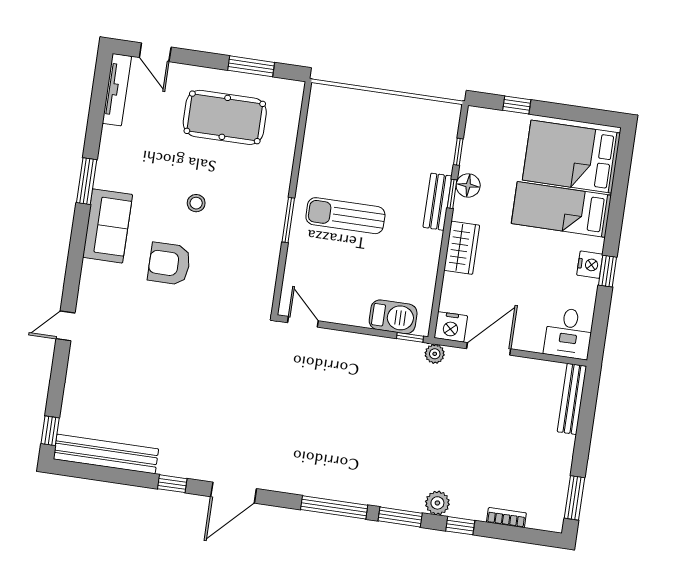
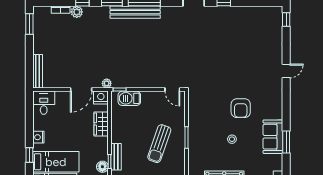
sun lounger: (345, 216) -> (159, 144), turned 109
sofa: (108, 226) -> (273, 137), moved
wardrobe: (462, 248) -> (101, 124), moved
armchair: (169, 264) -> (241, 108), turned 90
window: (608, 271) -> (29, 155), moved
bench: (106, 454) -> (135, 12), moved
plant: (437, 503) -> (77, 12), moved

